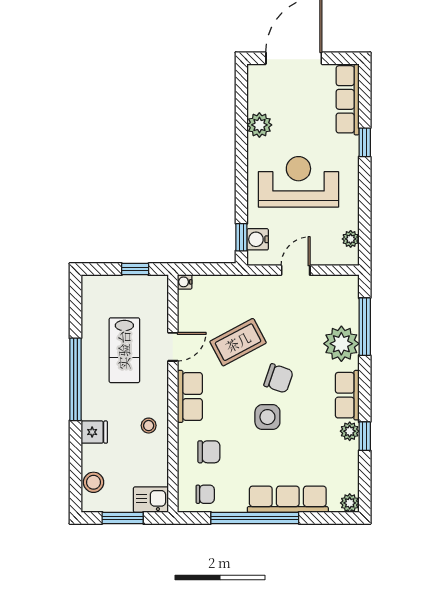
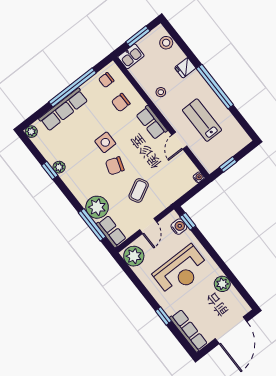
plant: (351, 239) -> (134, 256), width x1.87, depth x1.87
coffee table: (238, 342) -> (139, 190), moved, width x0.73, depth x0.77
row of seats: (347, 395) -> (111, 231), moved

